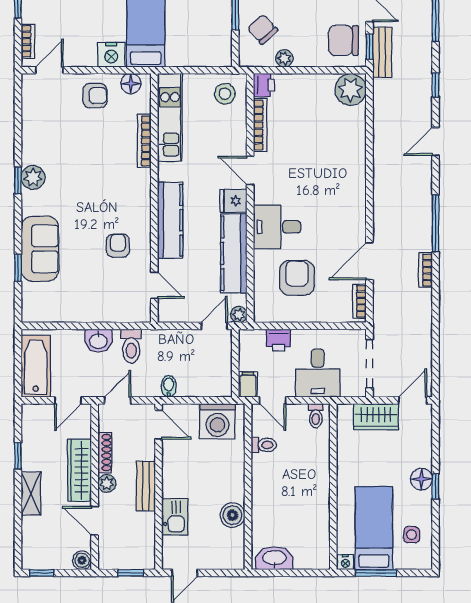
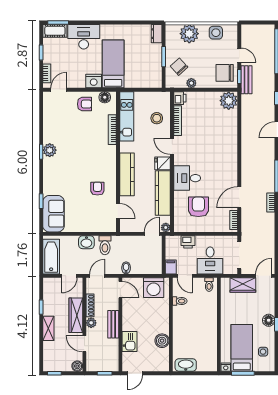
stool: (225, 94) -> (157, 118), moved
sofa: (40, 249) -> (53, 214), moved

